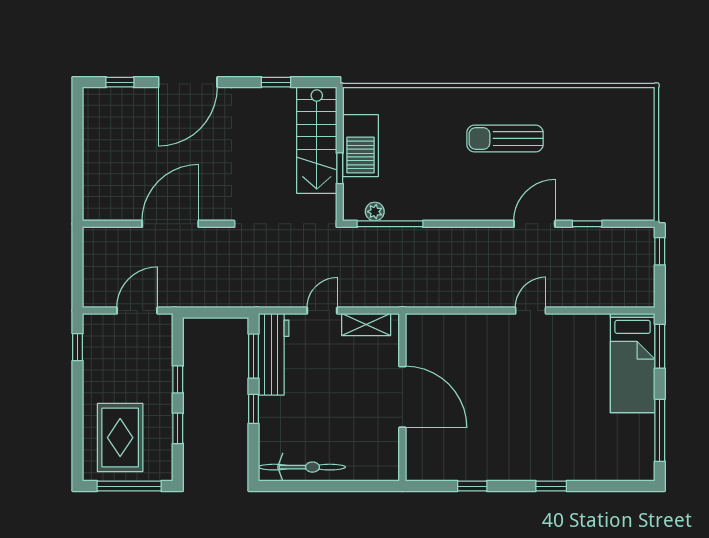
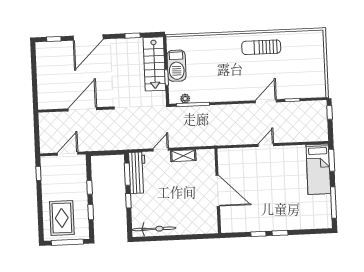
sun lounger: (505, 138) -> (261, 47), moved
door: (402, 397) -> (218, 191), moved
wall: (402, 397) -> (218, 191), moved
window: (472, 486) -> (258, 234), moved

